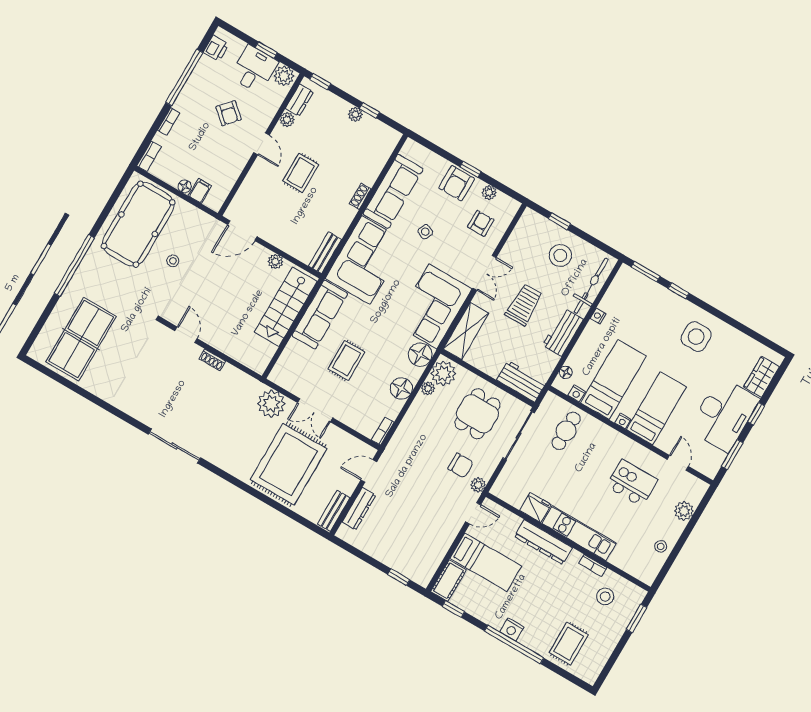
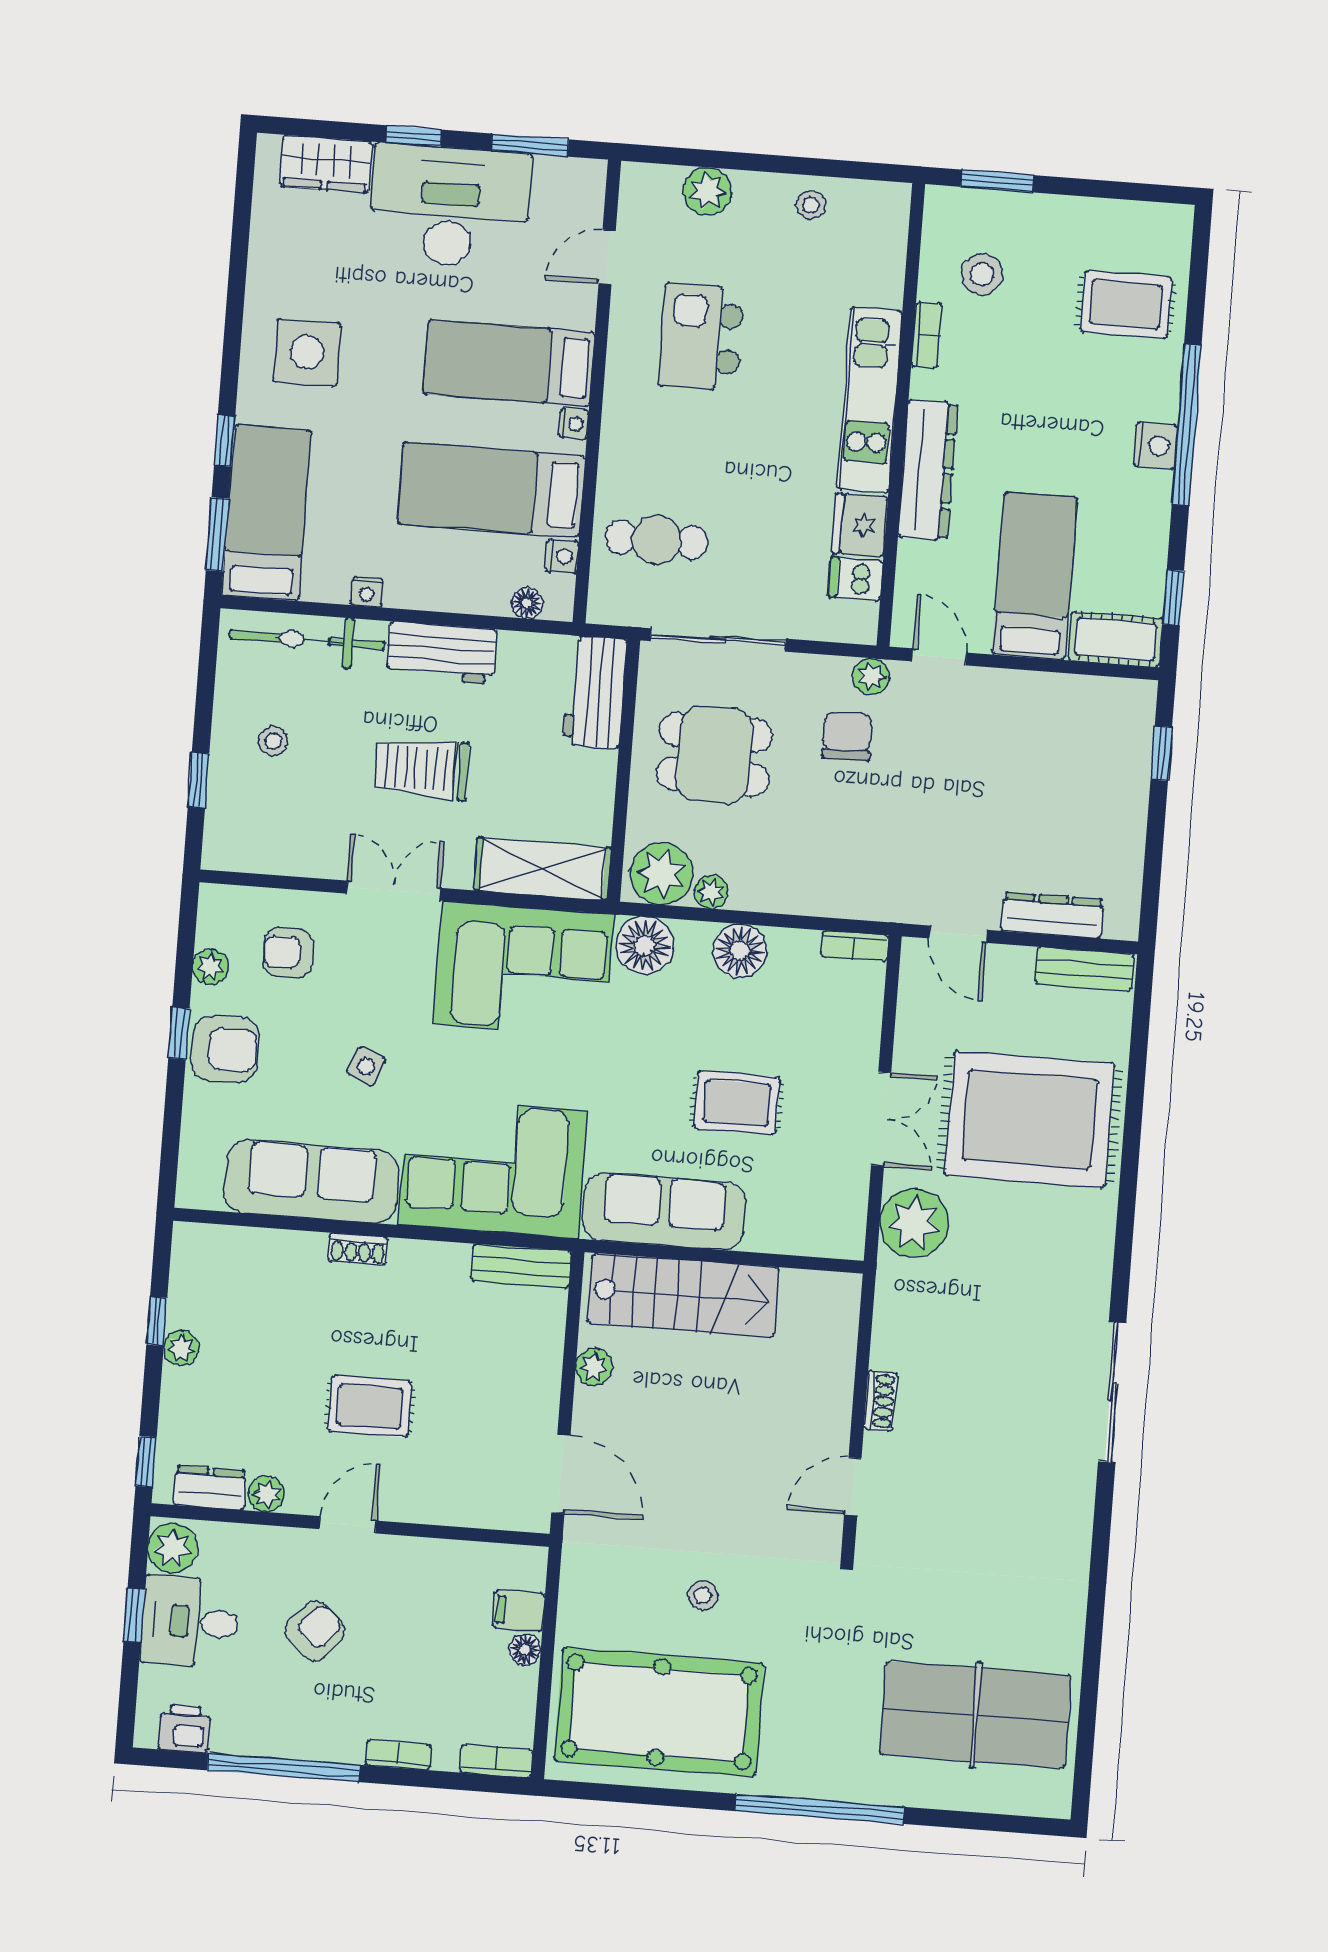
stool: (560, 255) -> (273, 741), width x0.53, depth x0.53
bed: (645, 293) -> (266, 513), added
dishwasher: (517, 496) -> (856, 579), added

